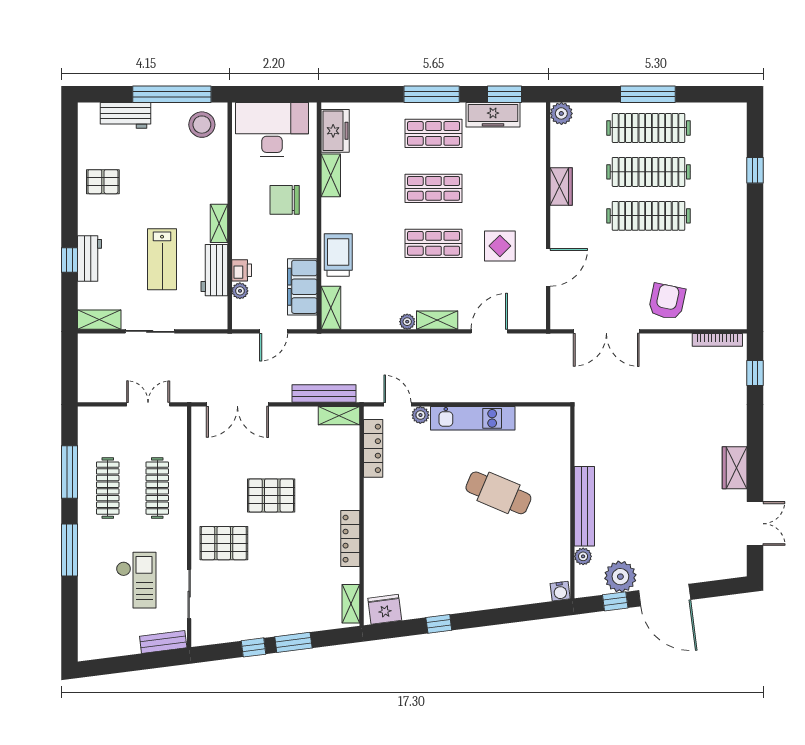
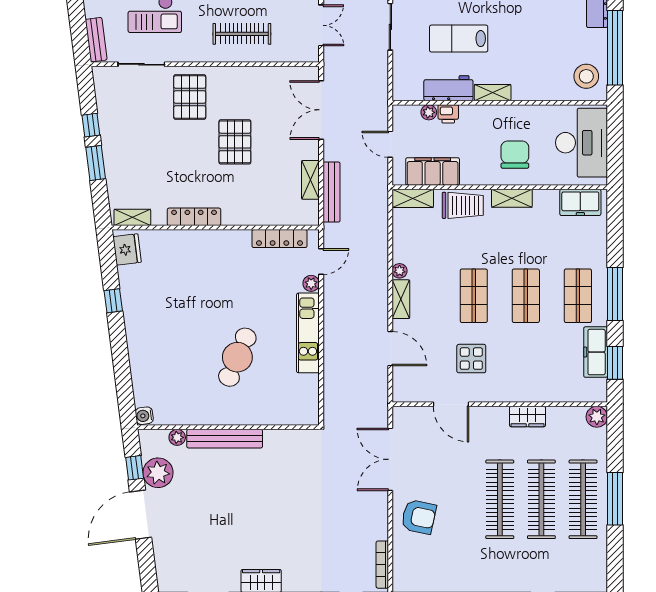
shelving: (331, 175) -> (512, 198), moved
shelving: (339, 416) -> (310, 180), moved

